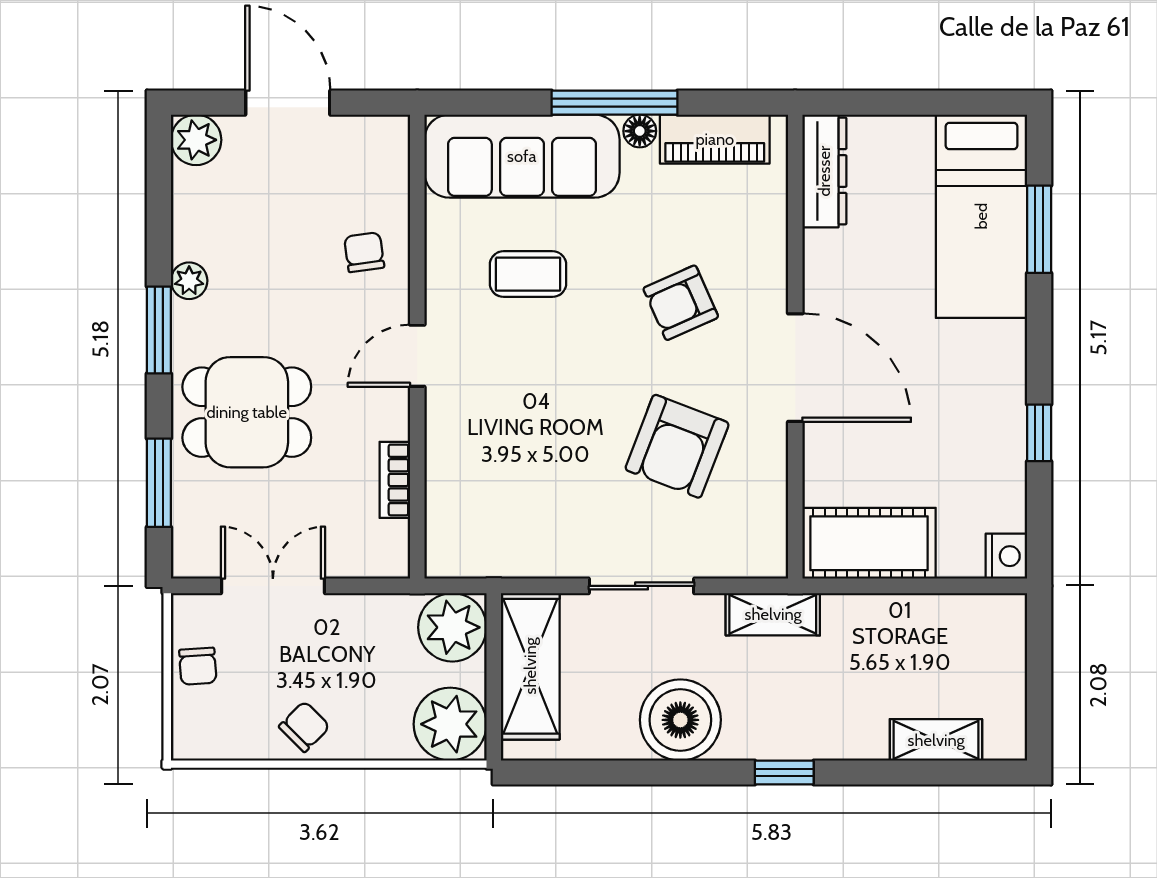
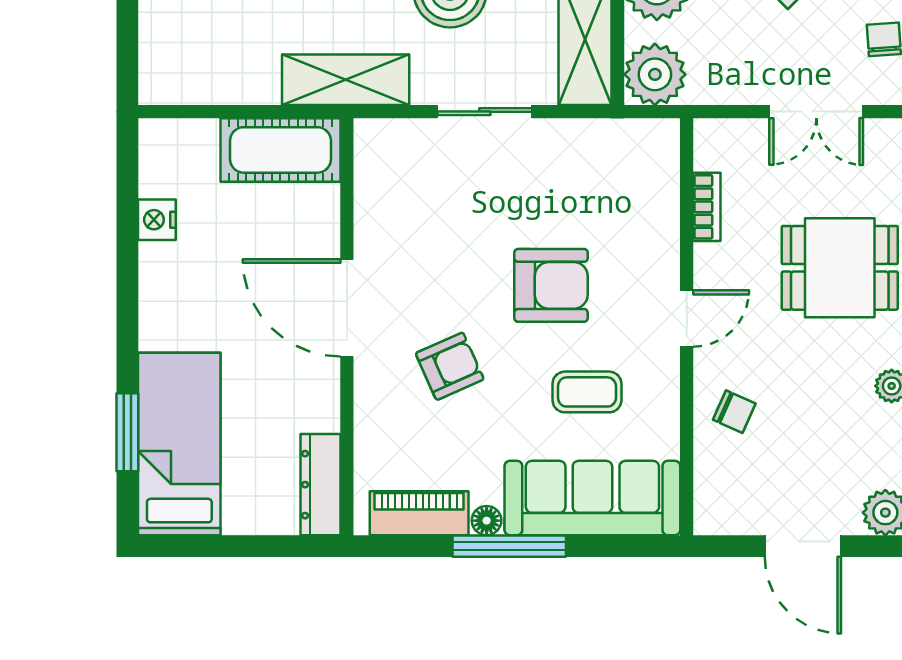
chair: (364, 252) -> (734, 412), turned -58
window: (1039, 433) -> (127, 249), removed
armchair: (677, 446) -> (551, 285), moved, turned 69
nightstand: (1006, 556) -> (157, 220), moved
shelving: (773, 614) -> (346, 80), width x1.50, depth x1.33

